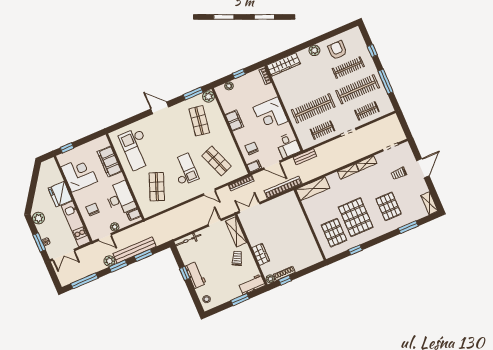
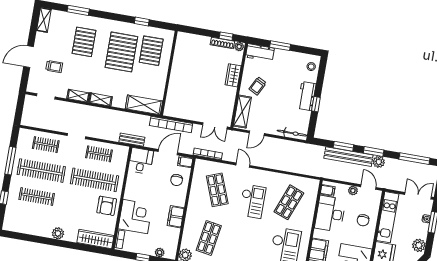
armchair: (337, 50) -> (107, 206), moved
corner desk: (271, 114) -> (135, 217), moved
door: (272, 165) -> (168, 152), hinge flipped
checkout: (185, 170) -> (252, 201), turned 180

